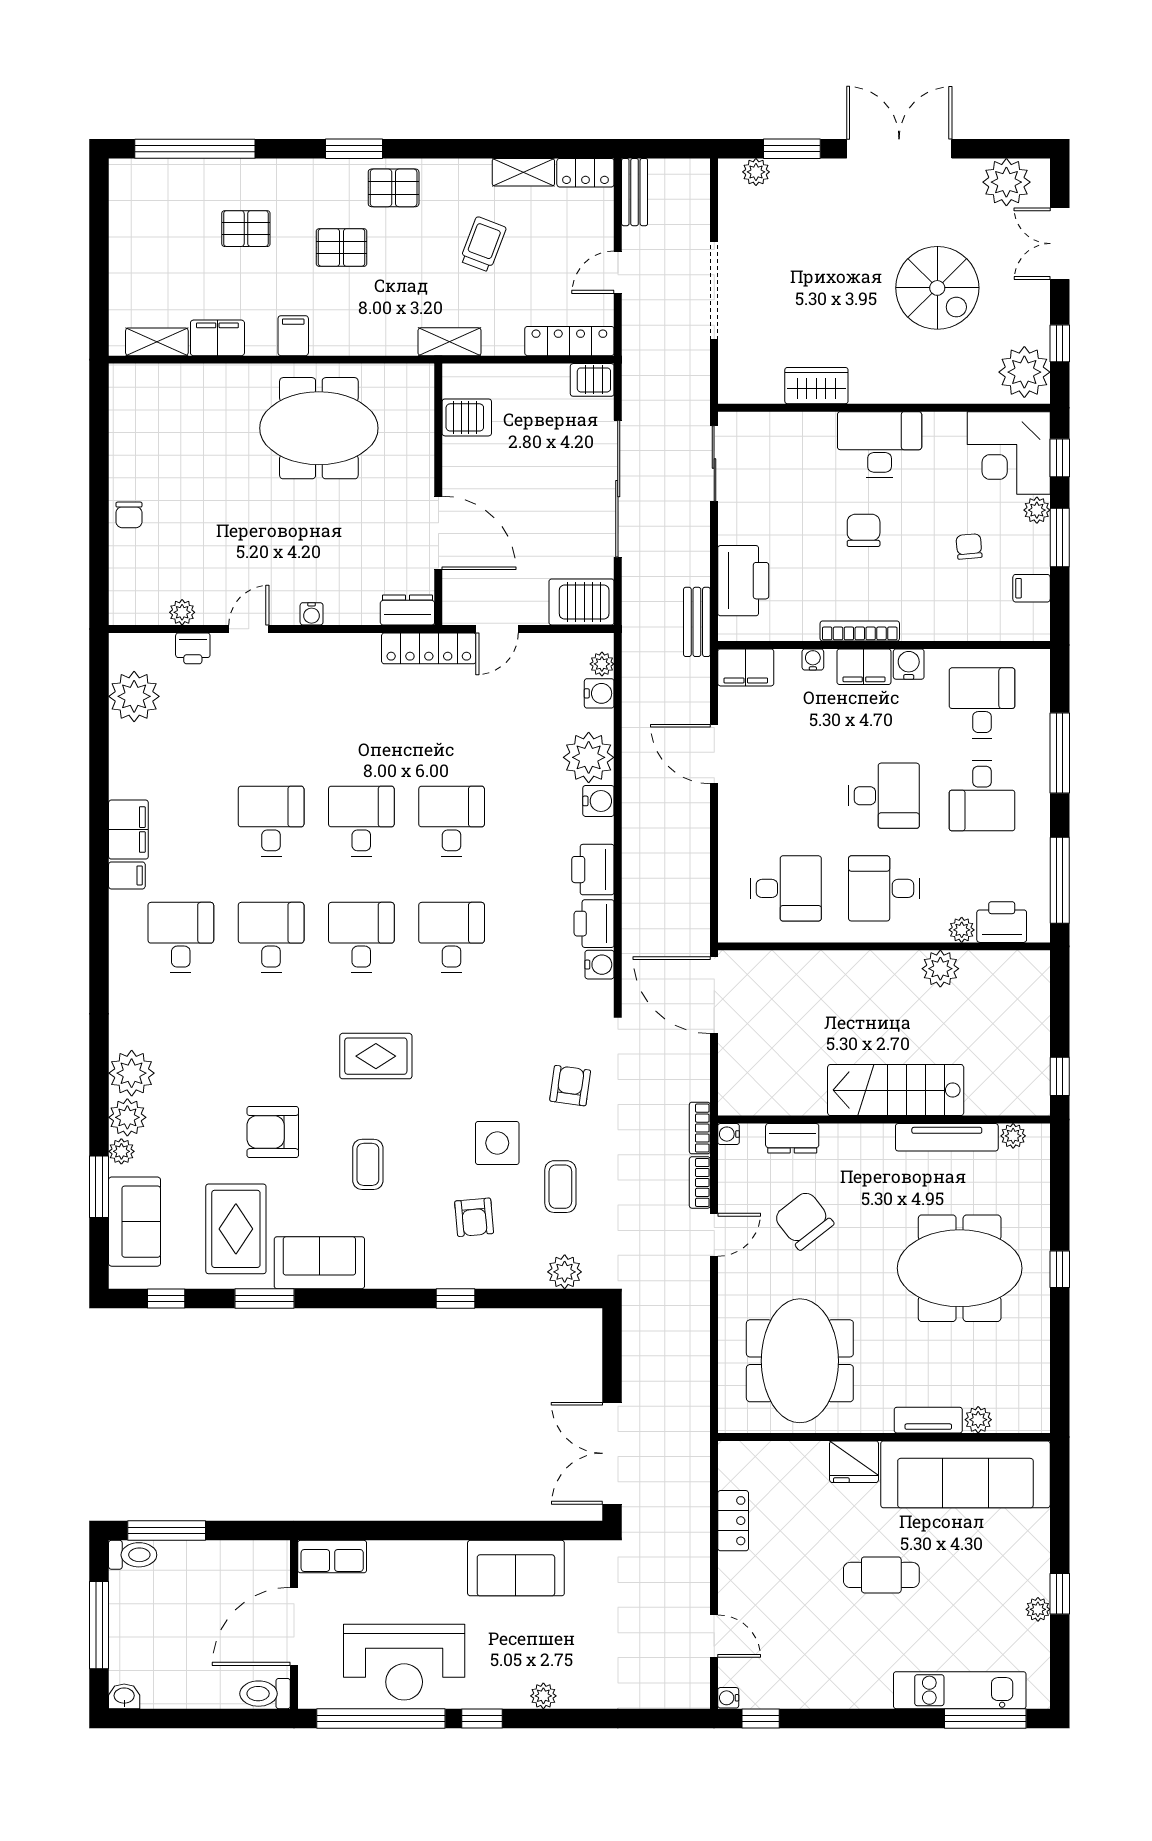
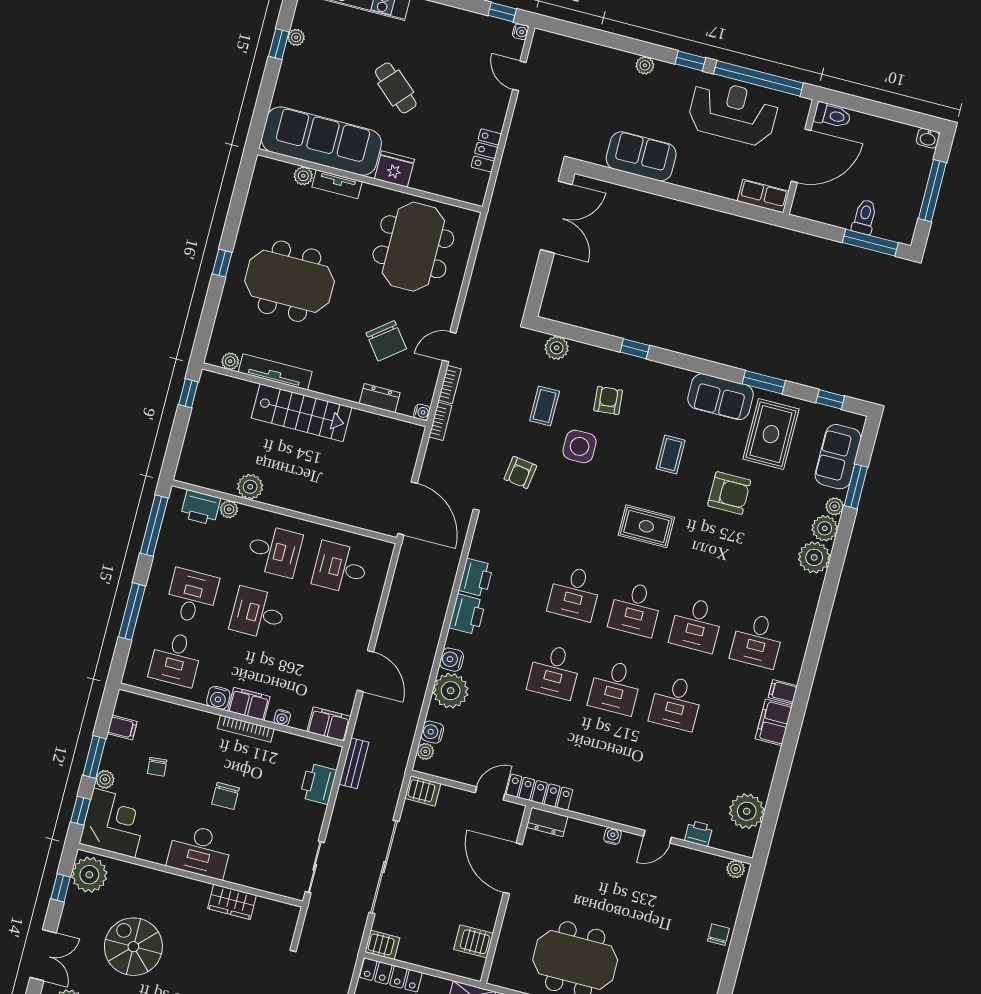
printer: (743, 581) -> (318, 784), width x0.73, depth x0.84
server rack: (582, 602) -> (423, 791), width x0.73, depth x0.70
plant: (182, 612) -> (736, 869), moved
water cooler: (600, 965) -> (479, 549), removed
toilet: (133, 1555) -> (864, 217), moved, turned 90
cafe table: (881, 1575) -> (396, 88), turned 42

